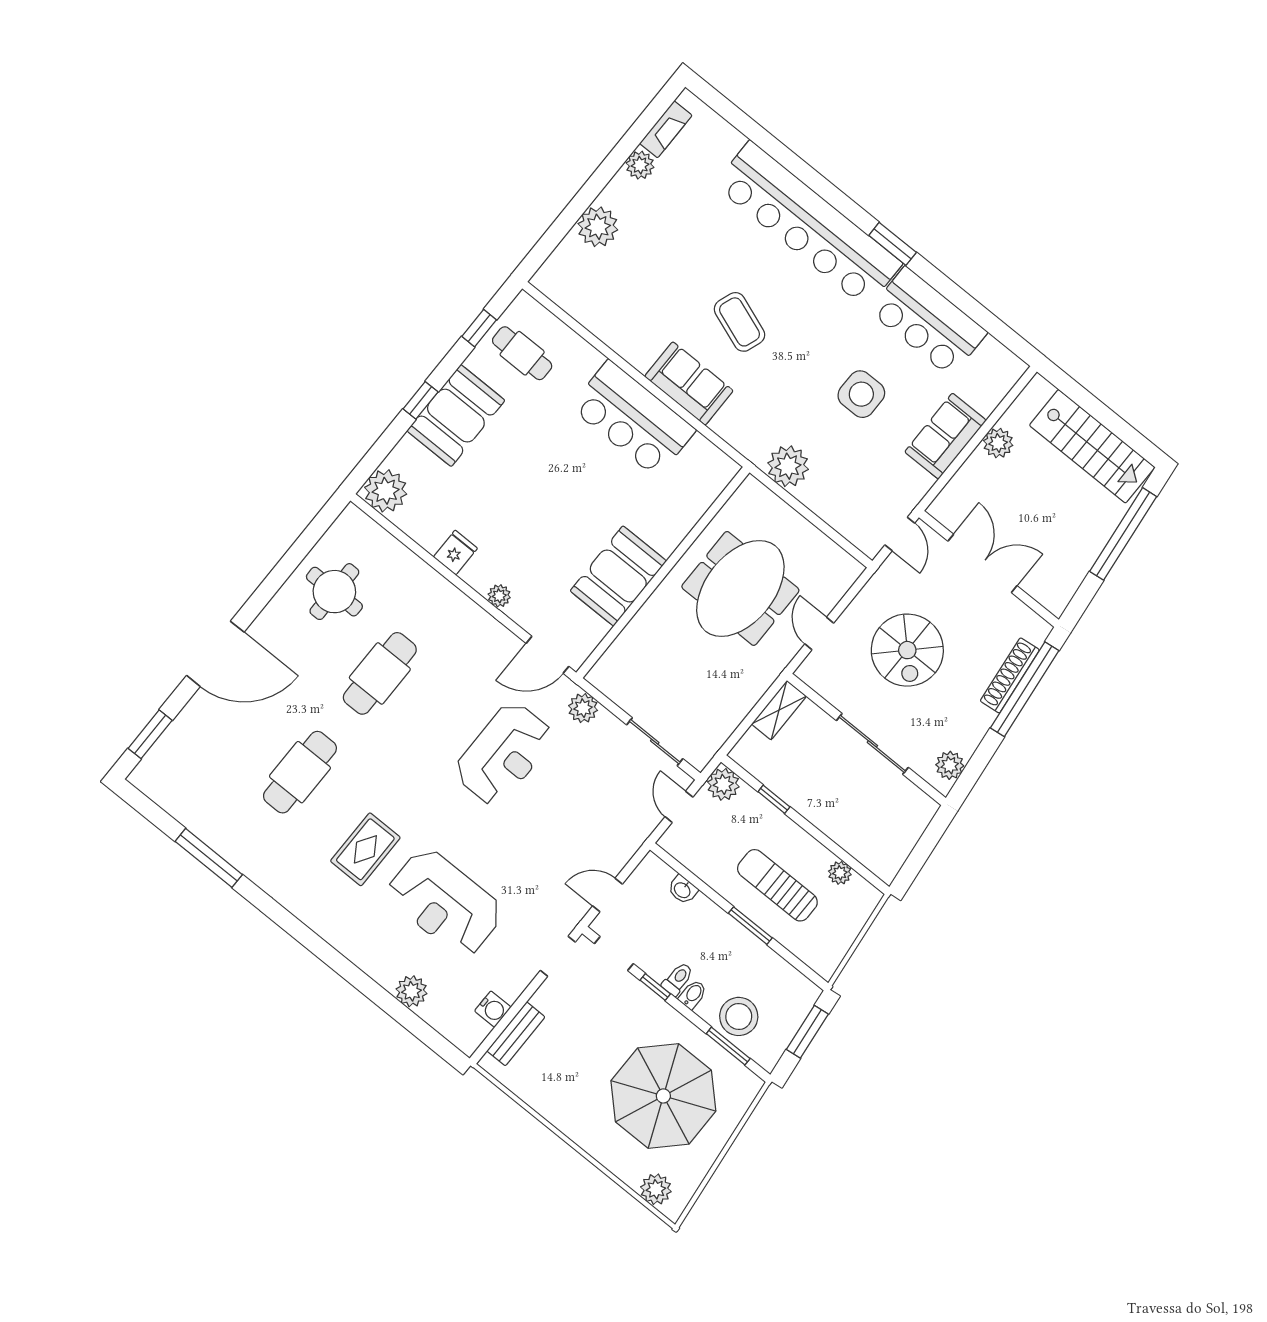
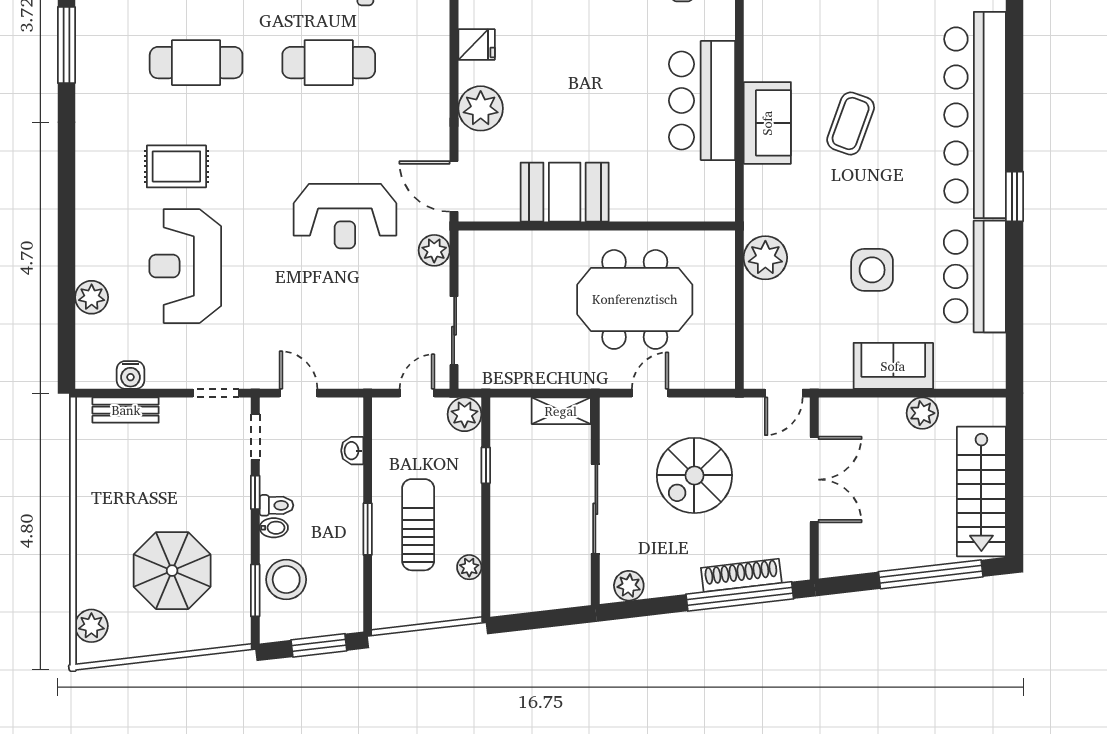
plant: (499, 596) -> (481, 108), width x1.87, depth x1.87
parasol: (663, 1096) -> (172, 571), width x0.73, depth x0.73

